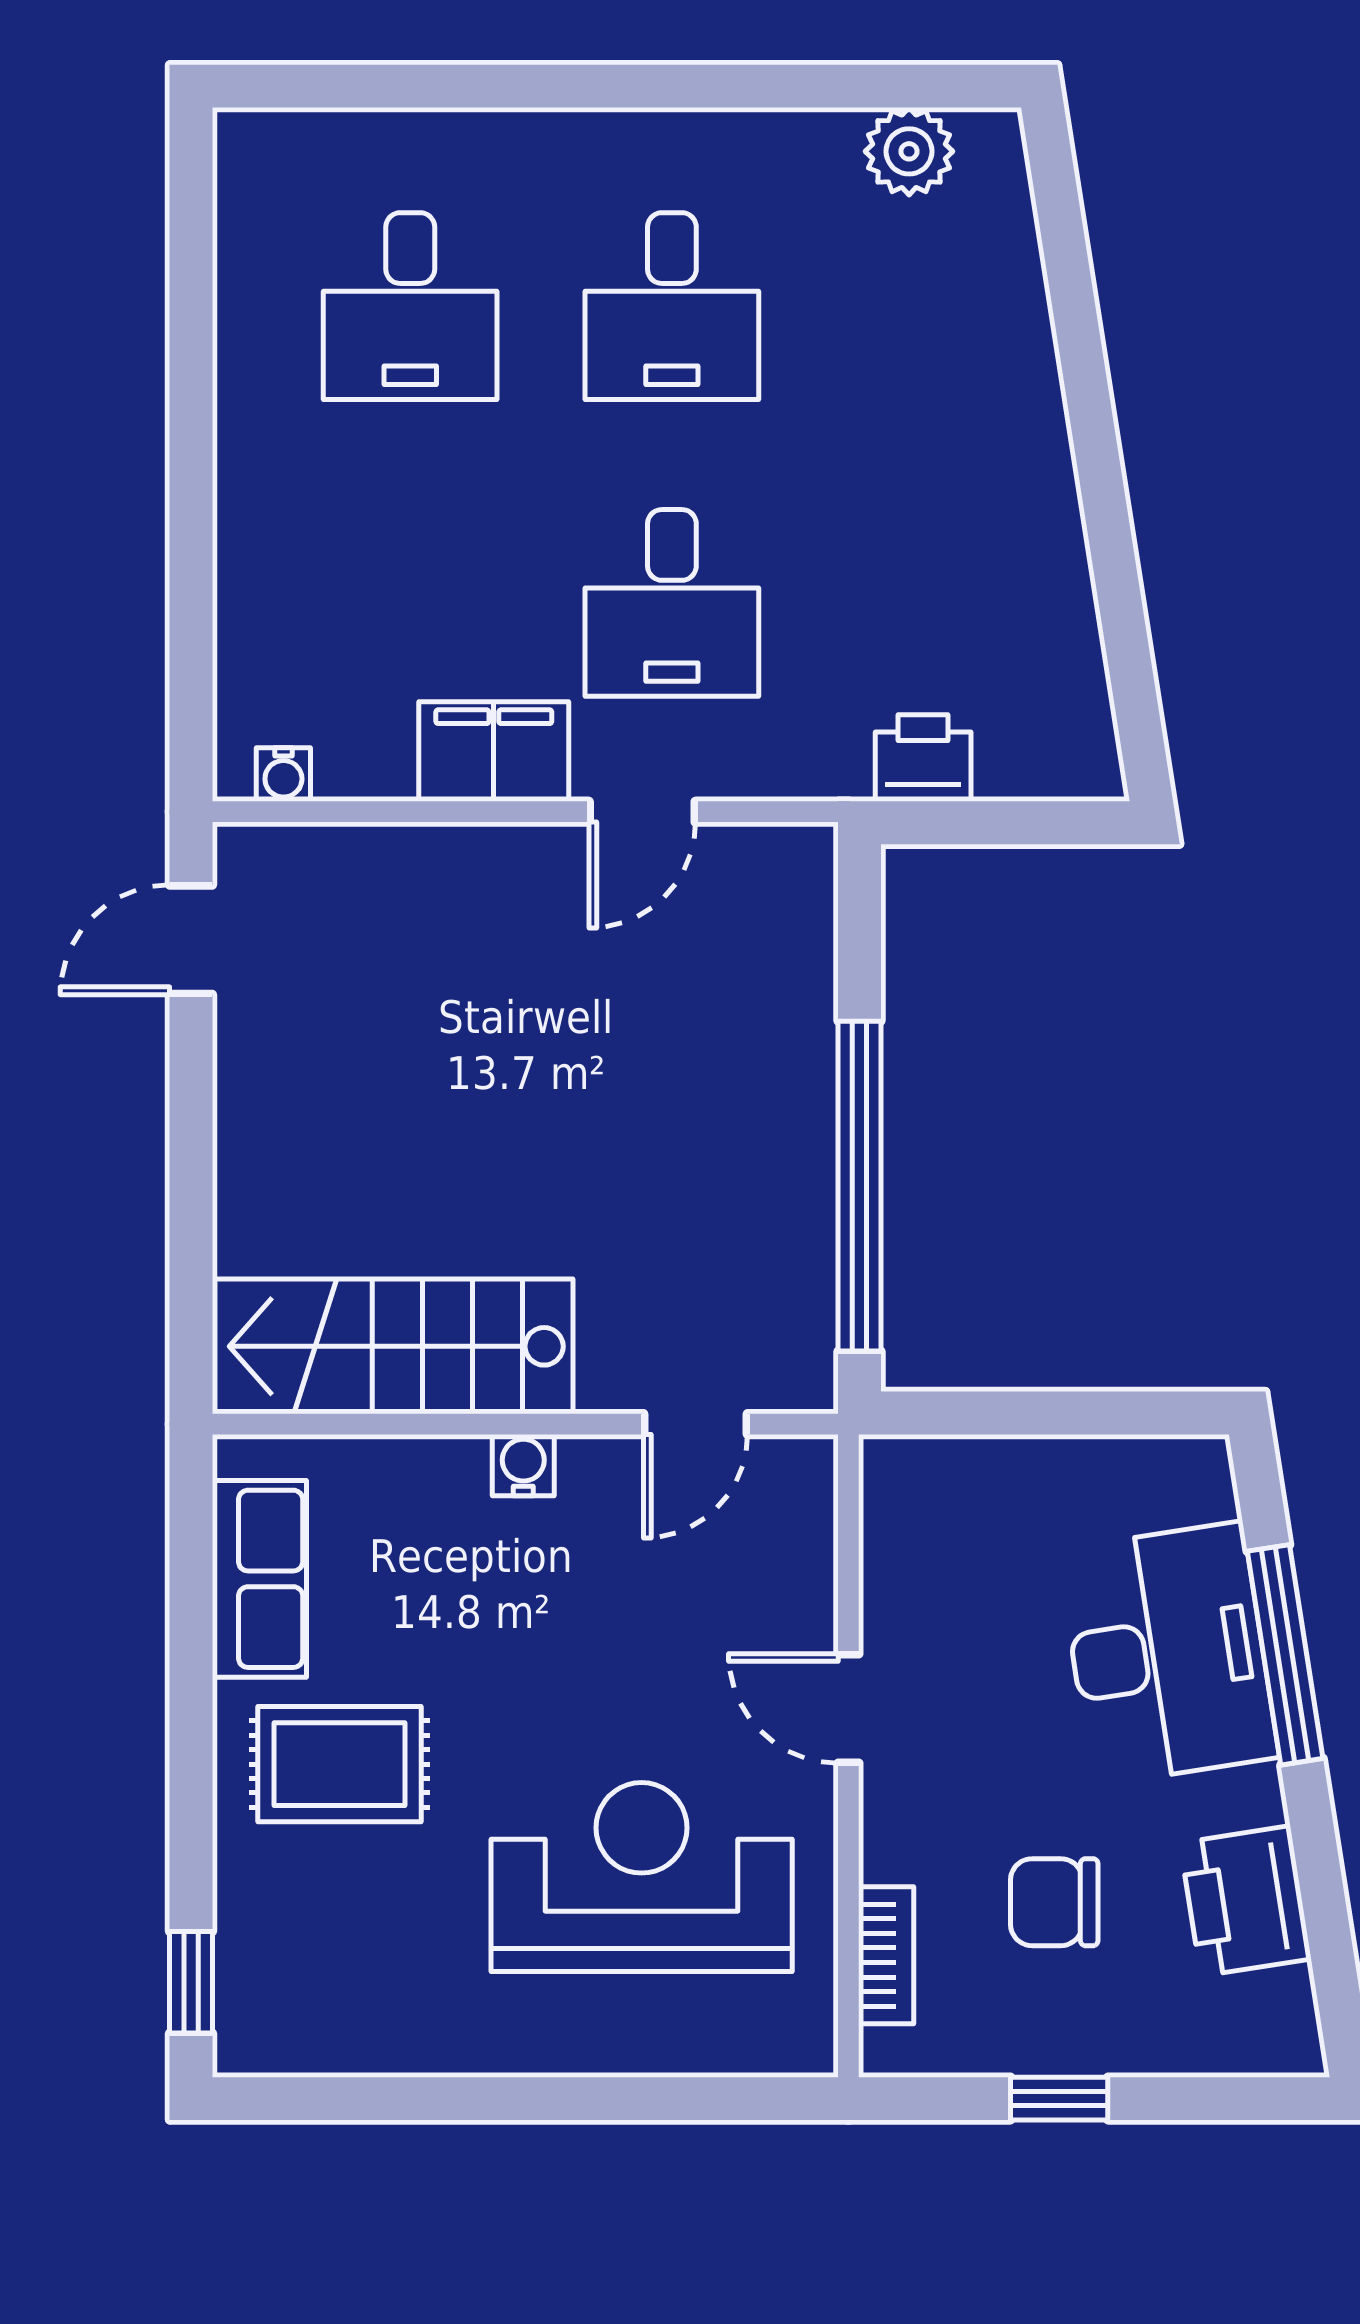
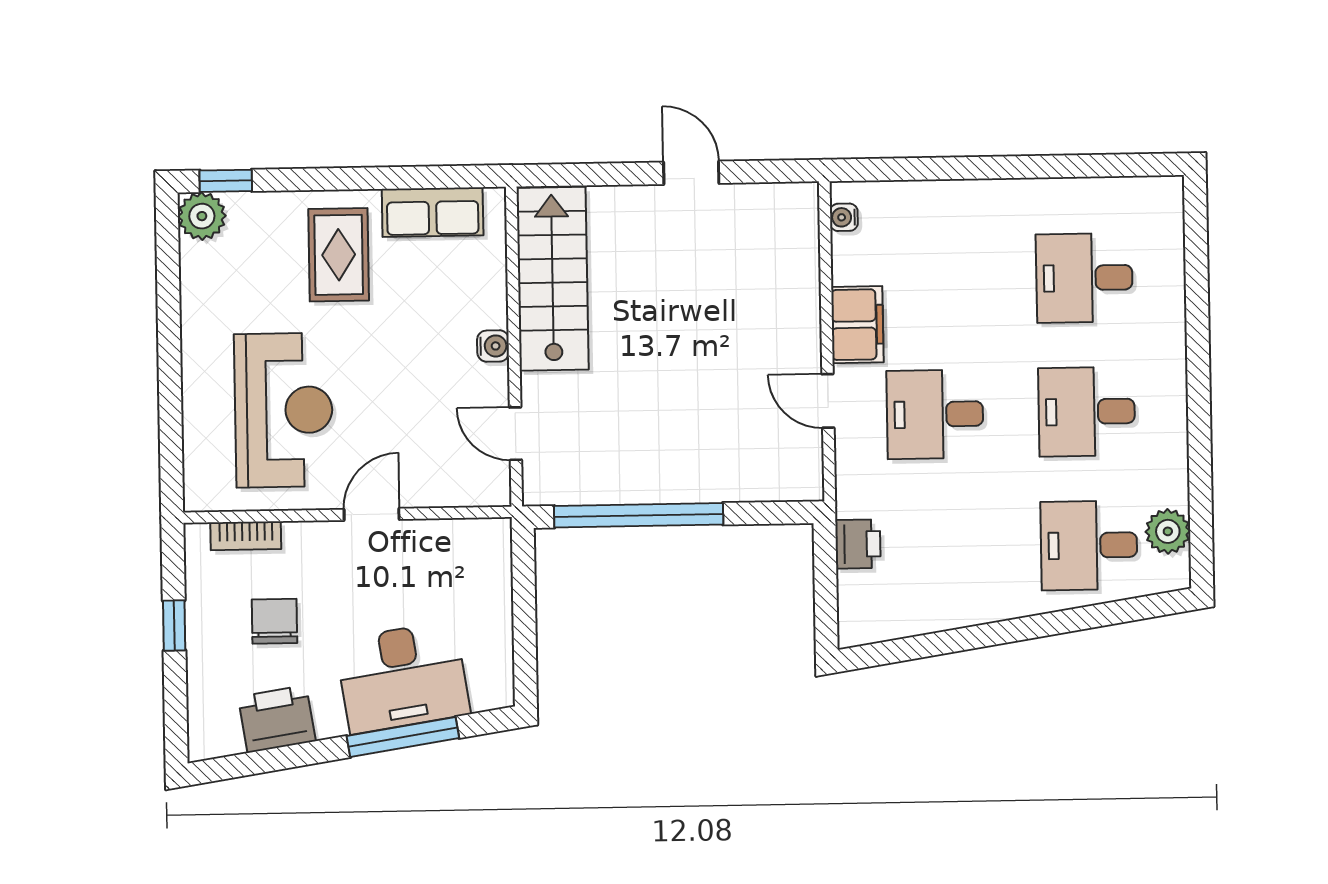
desk: (934, 306) -> (1089, 545), added
door: (191, 940) -> (691, 173), moved
plant: (259, 2030) -> (202, 216), added

